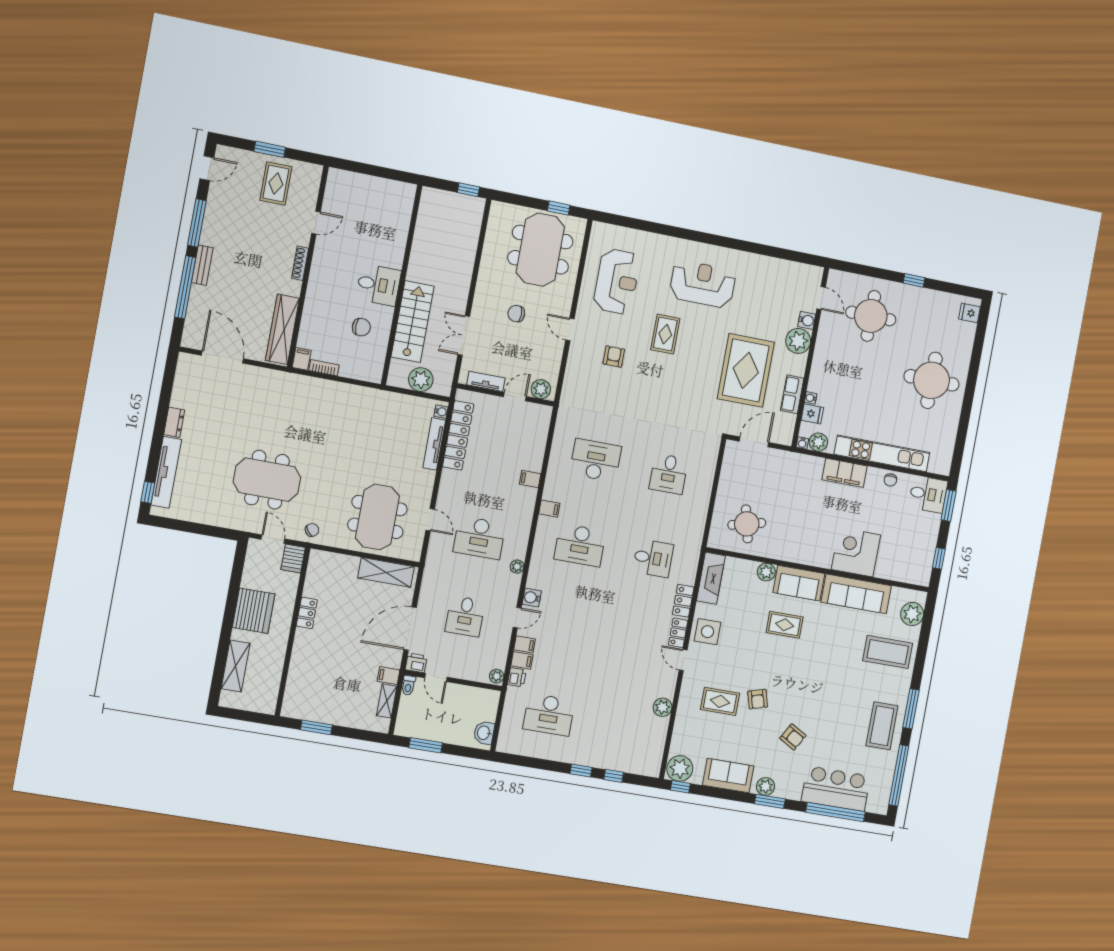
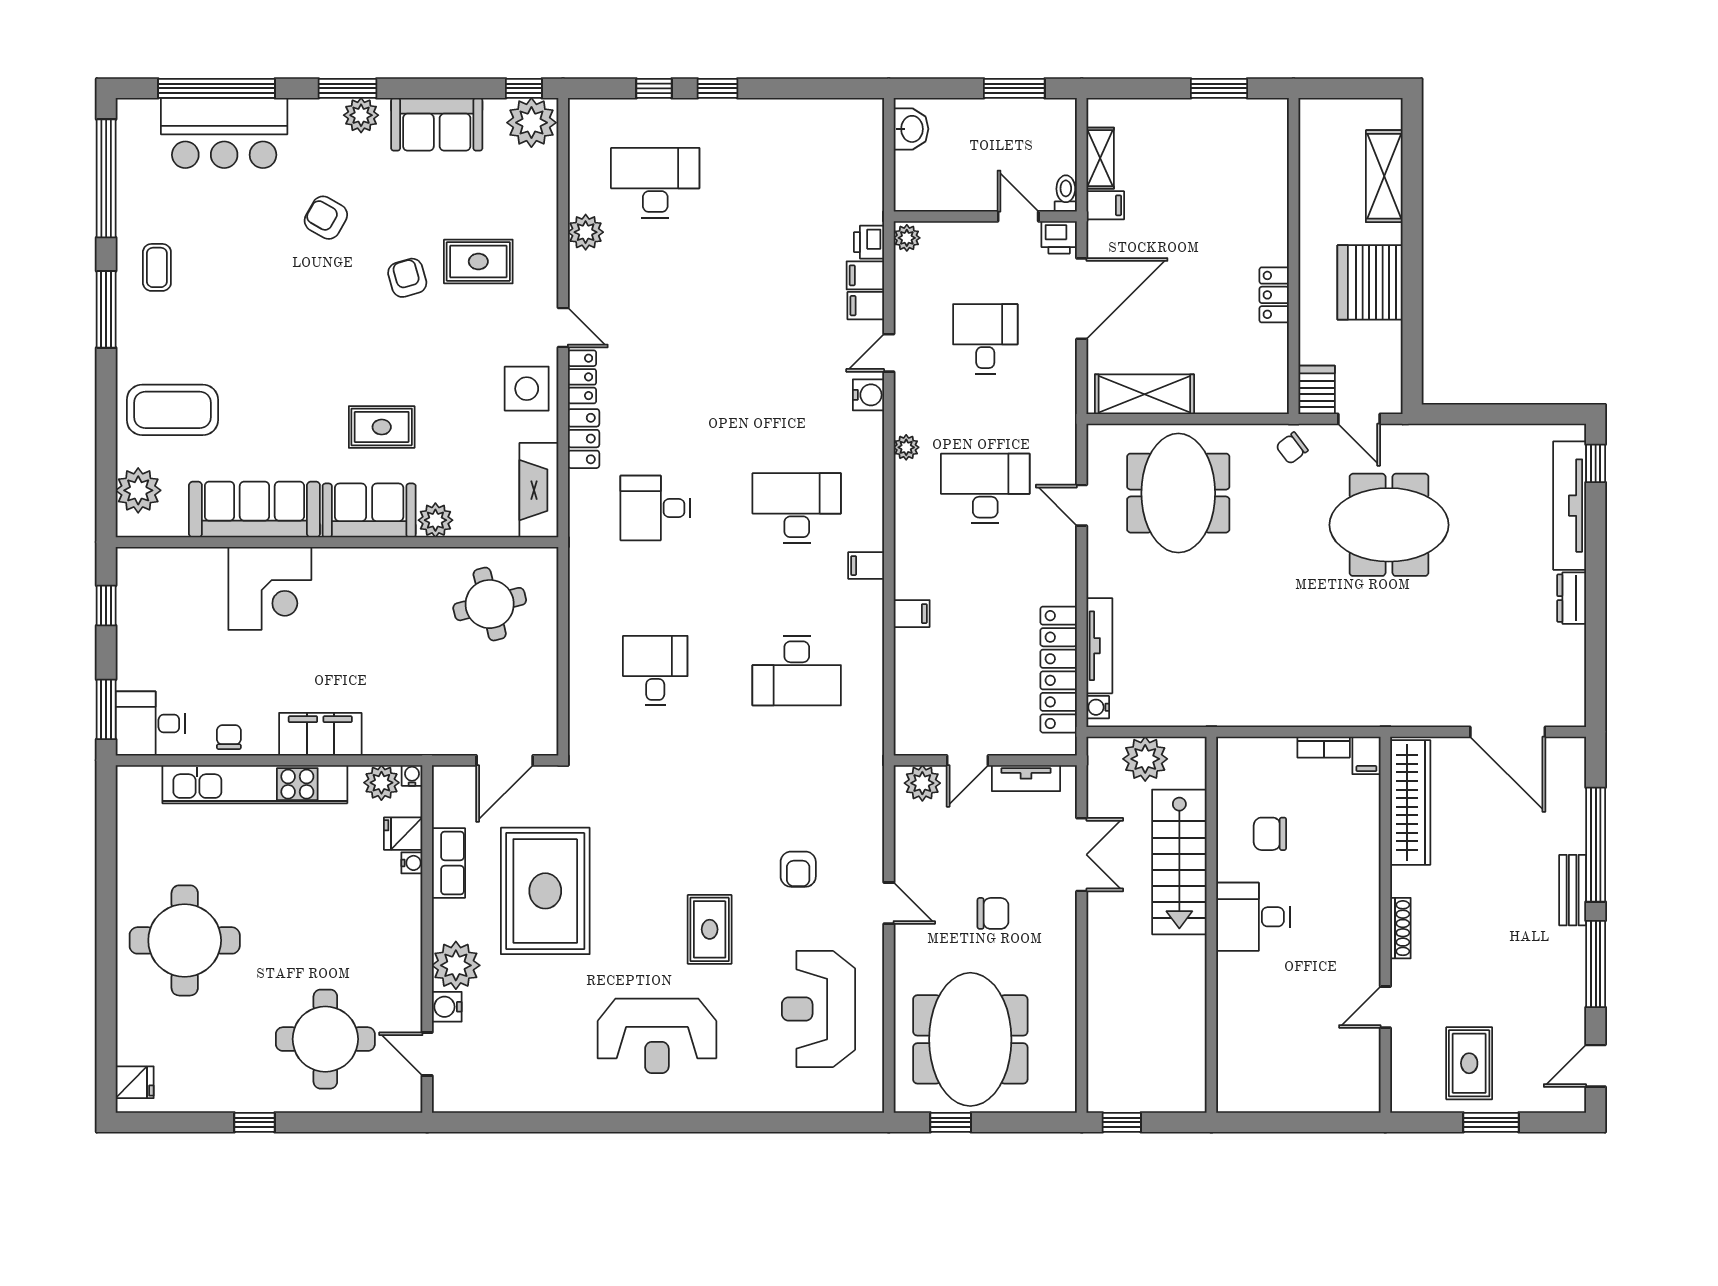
desk: (549, 715) -> (655, 183), moved
coffee table: (882, 726) -> (157, 267), width x0.54, depth x0.58

